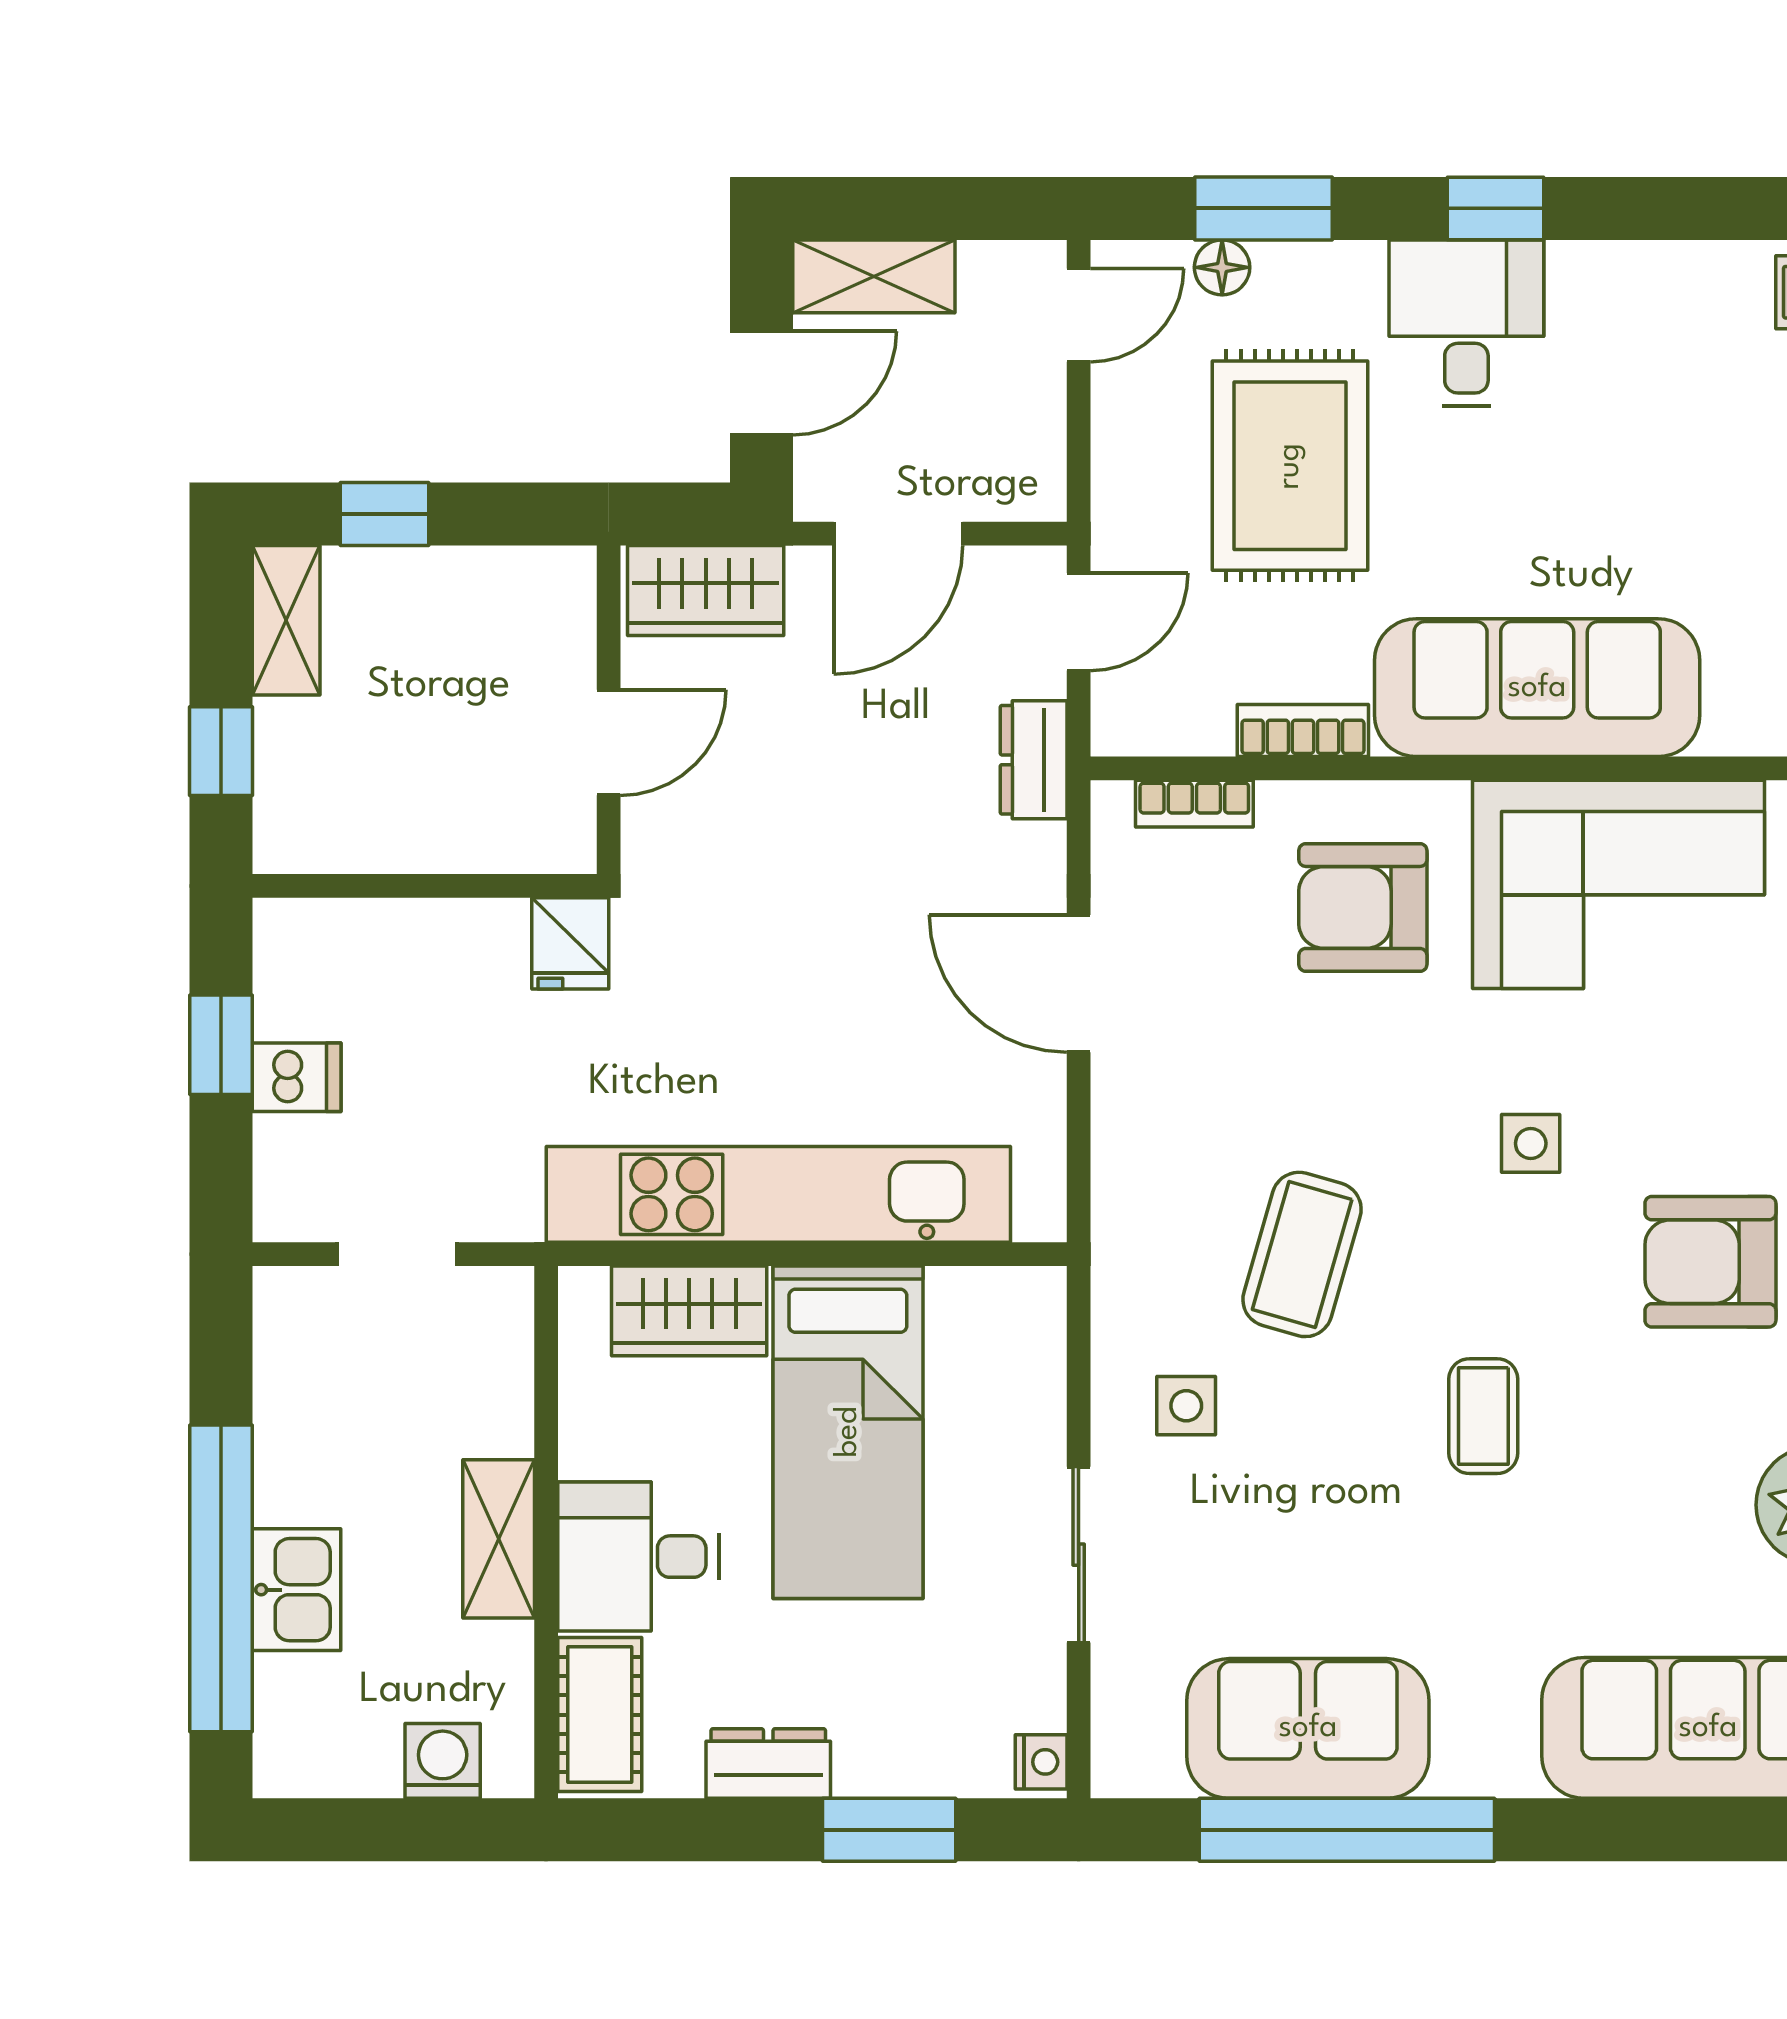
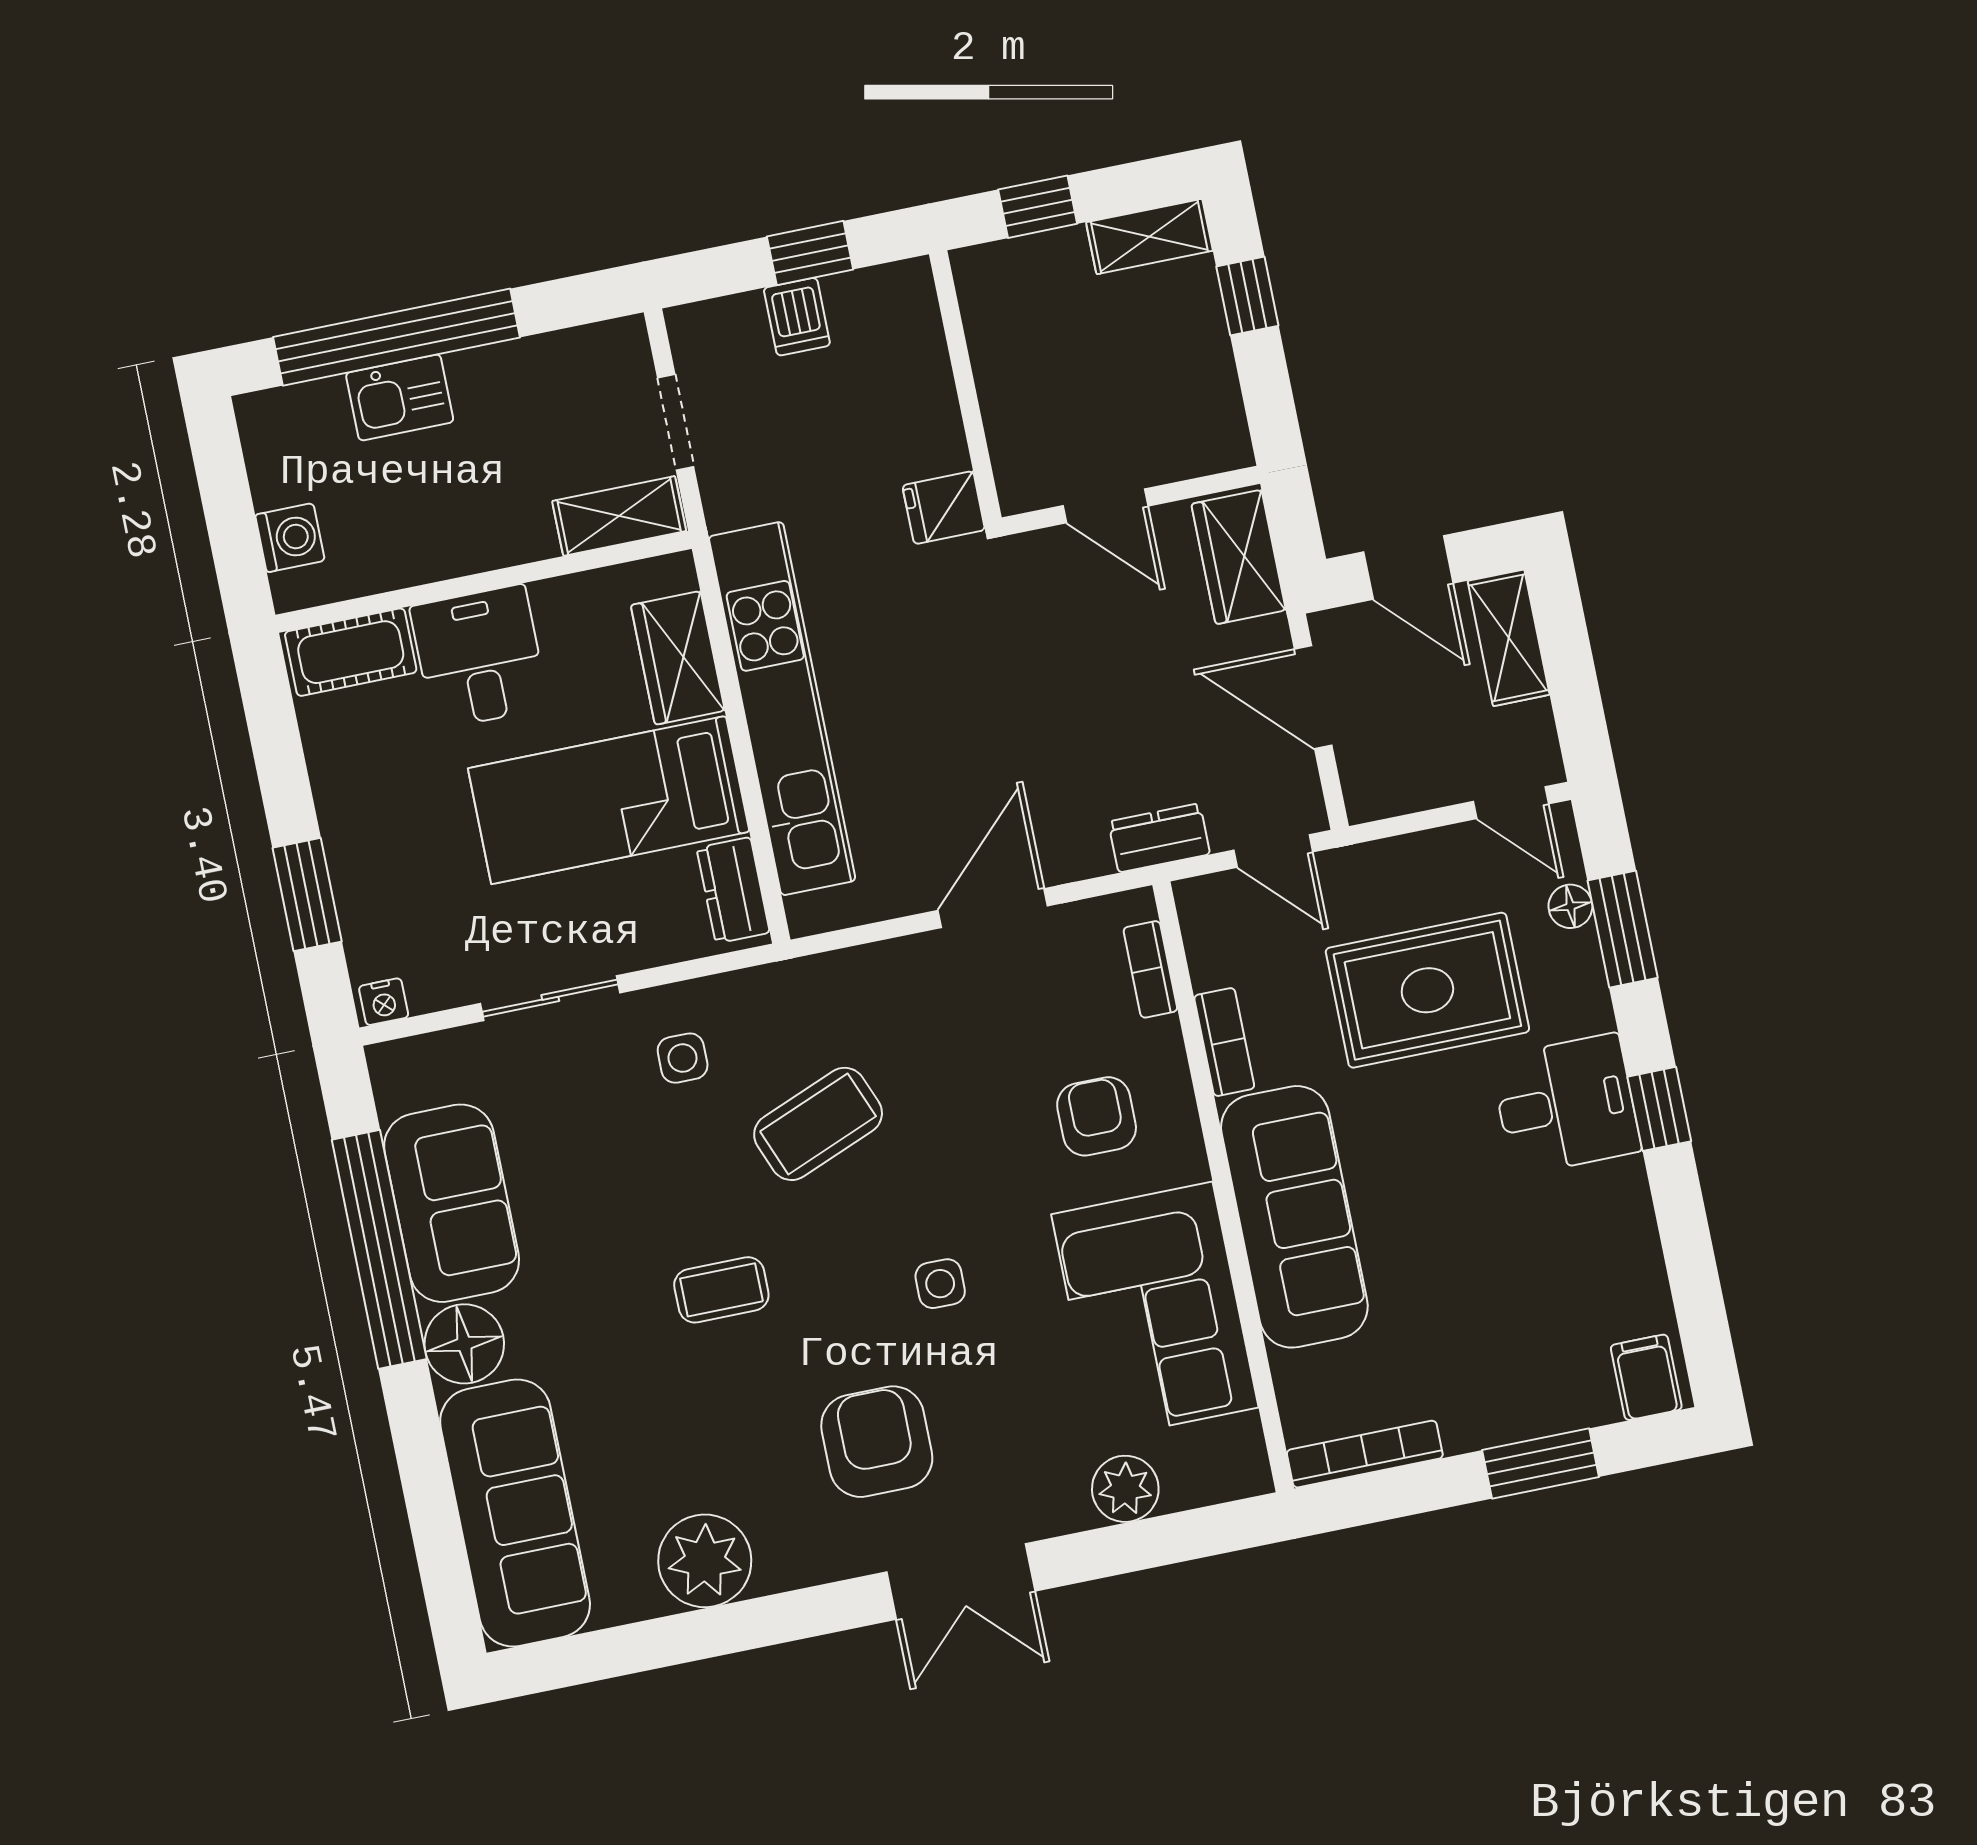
armchair: (1363, 907) -> (1097, 1116), width x0.72, depth x0.72
coffee table: (1302, 1254) -> (818, 1124), turned -38
shelving: (499, 1539) -> (619, 516), moved
floor lamp: (1485, 1748) -> (464, 1344), added
dresser: (768, 1764) -> (733, 890), moved, turned 180

